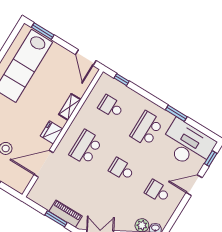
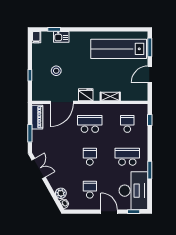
door: (86, 58) -> (150, 74), moved
door: (44, 164) -> (62, 102), swing flipped
piano: (66, 214) -> (37, 117), moved

